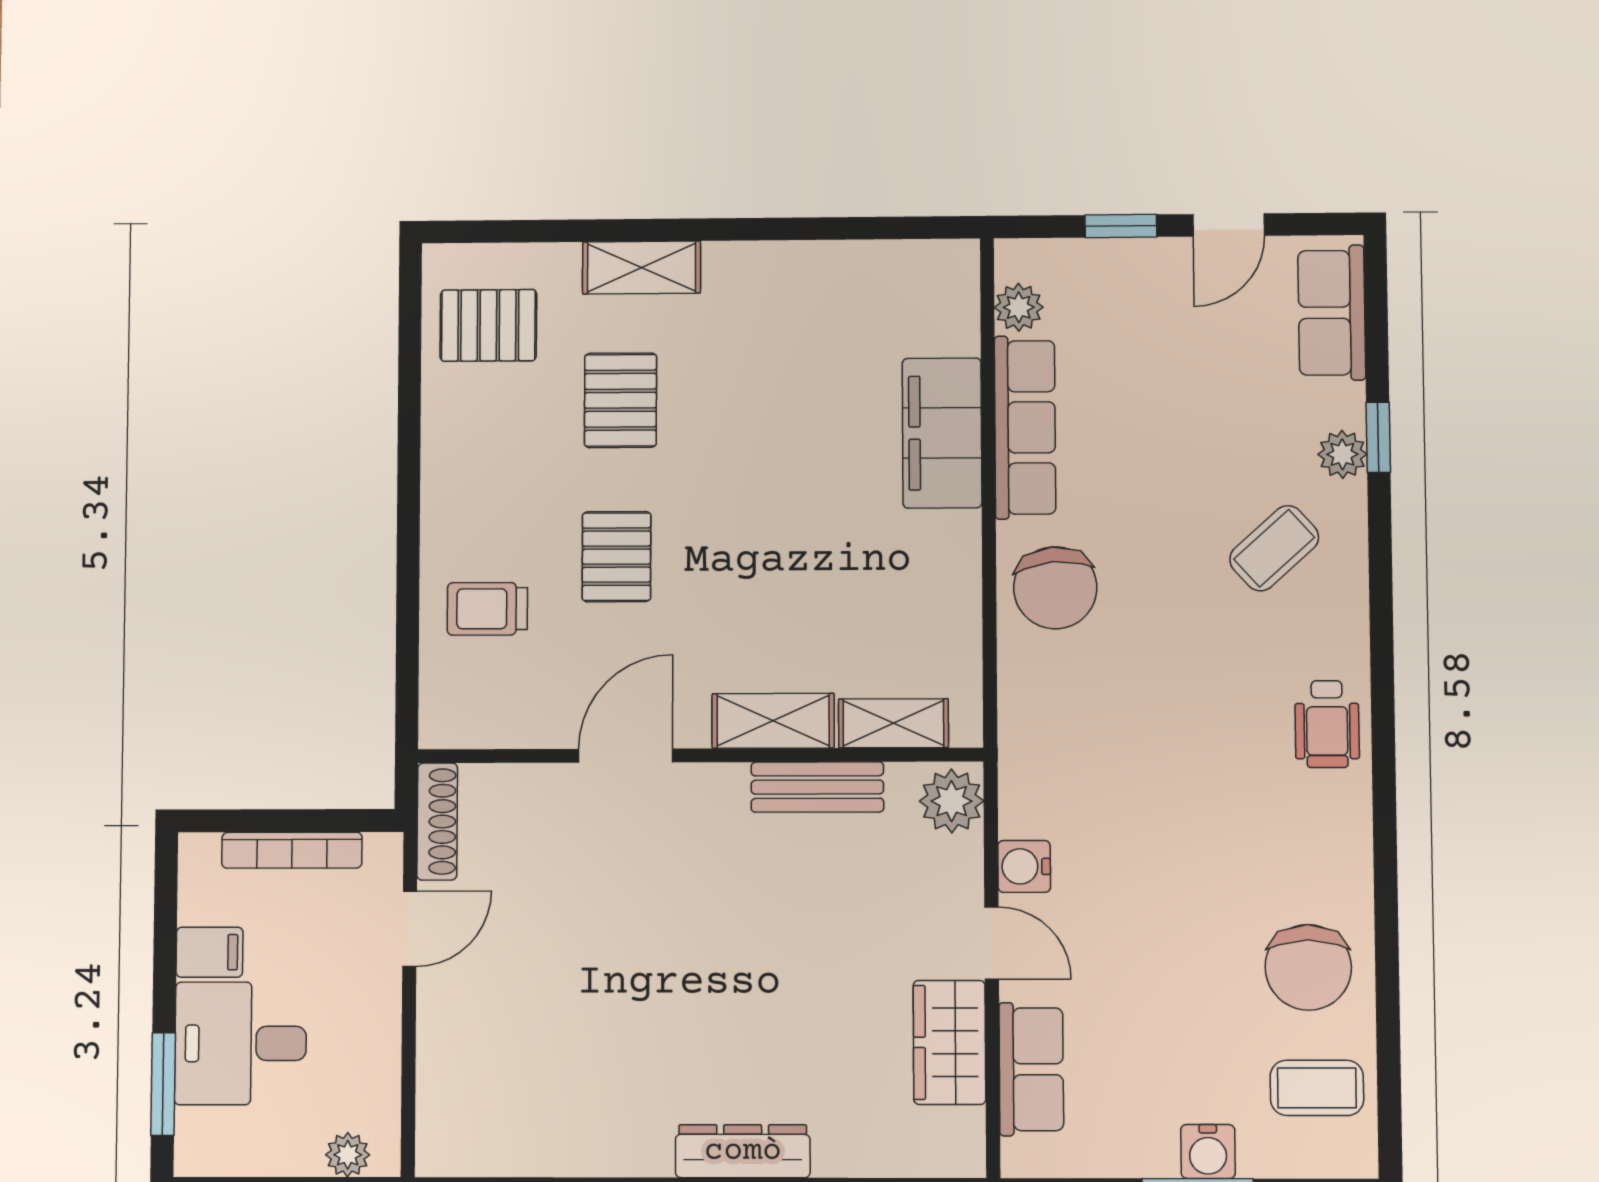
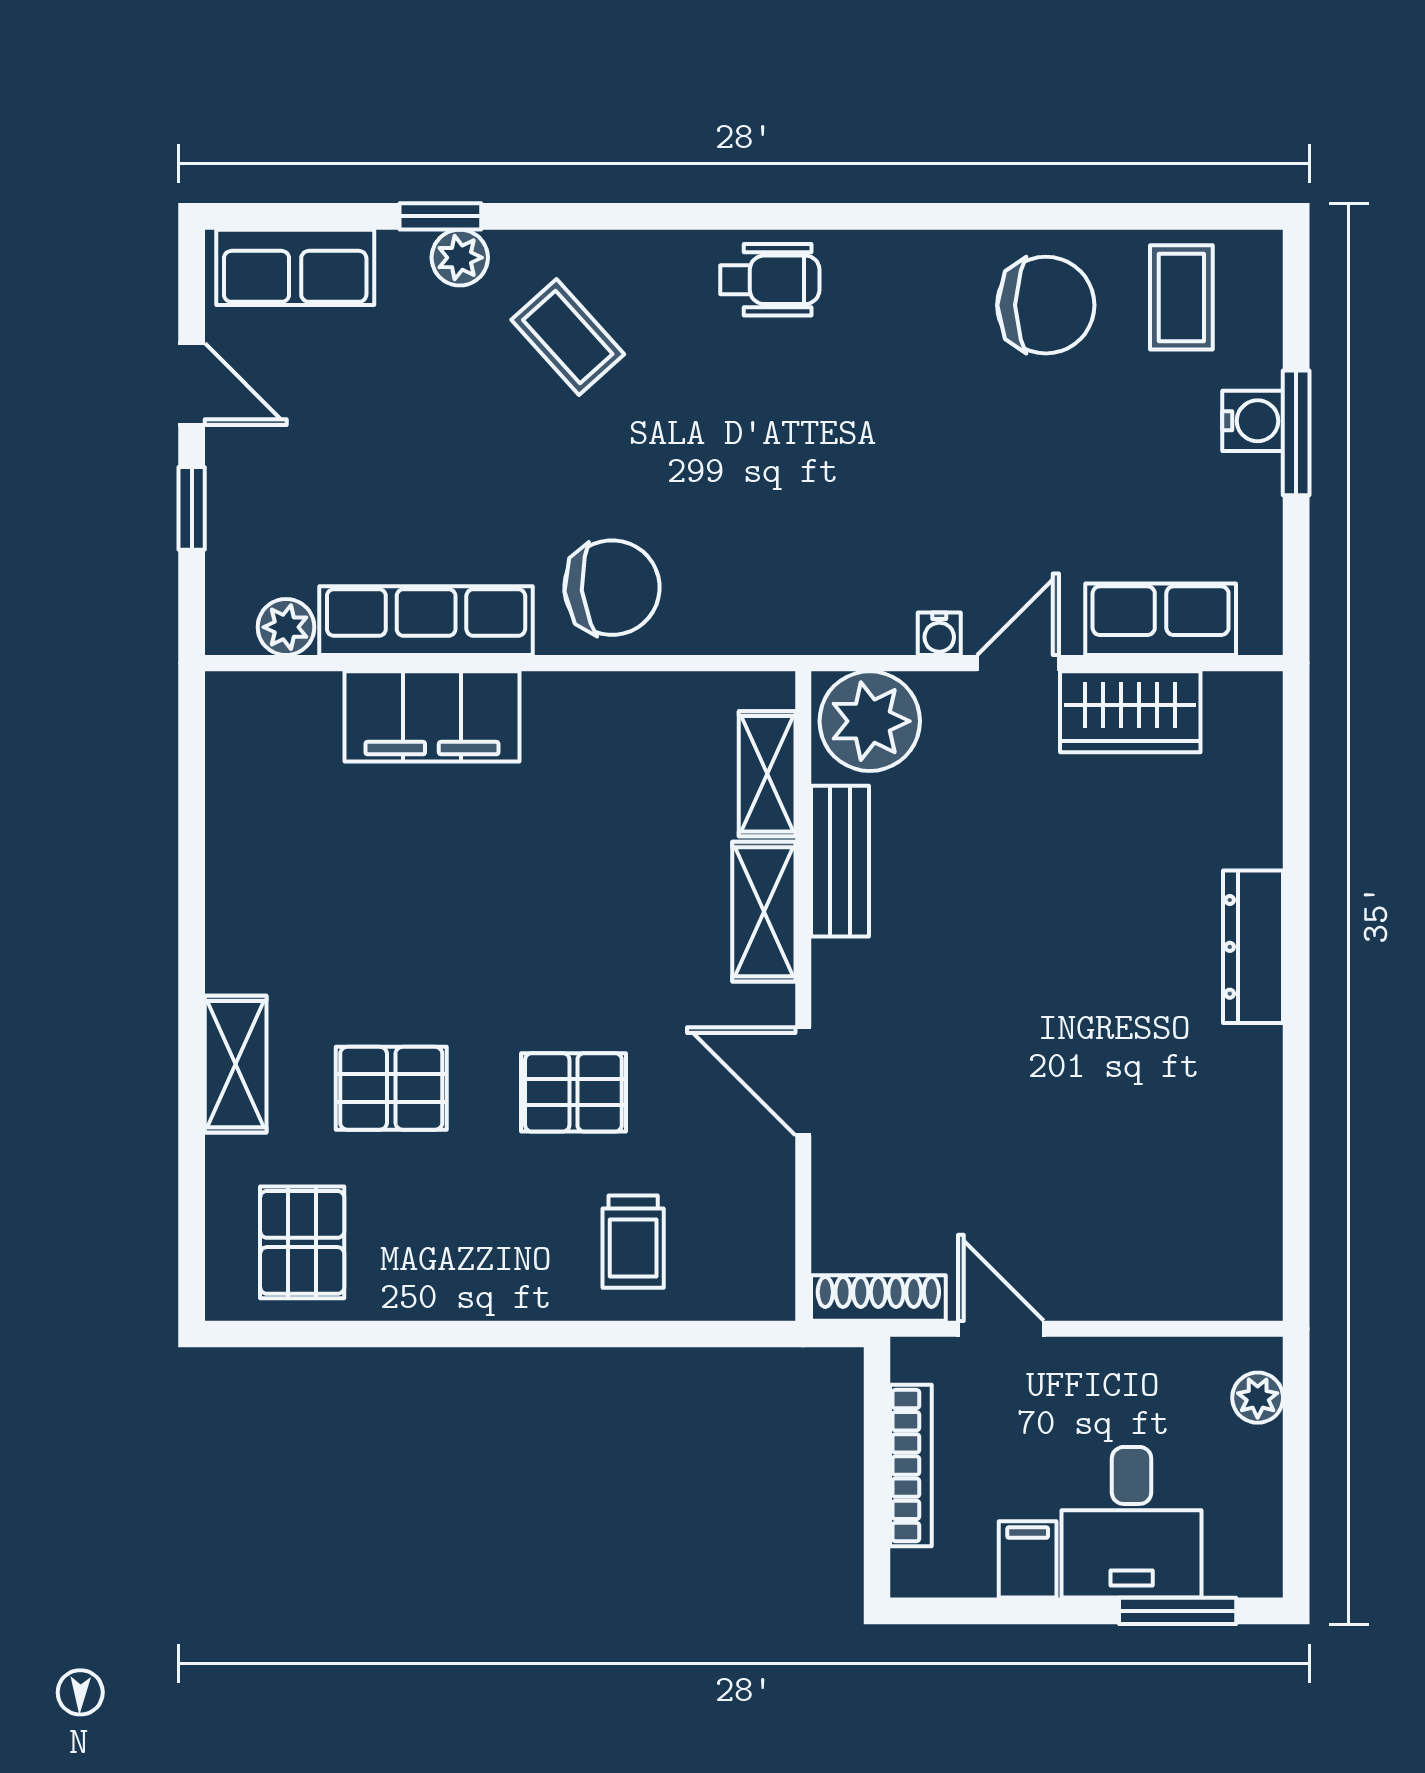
plant: (952, 801) -> (870, 721), width x1.36, depth x1.36
water cooler: (1024, 866) -> (939, 634), width x0.72, depth x0.72

